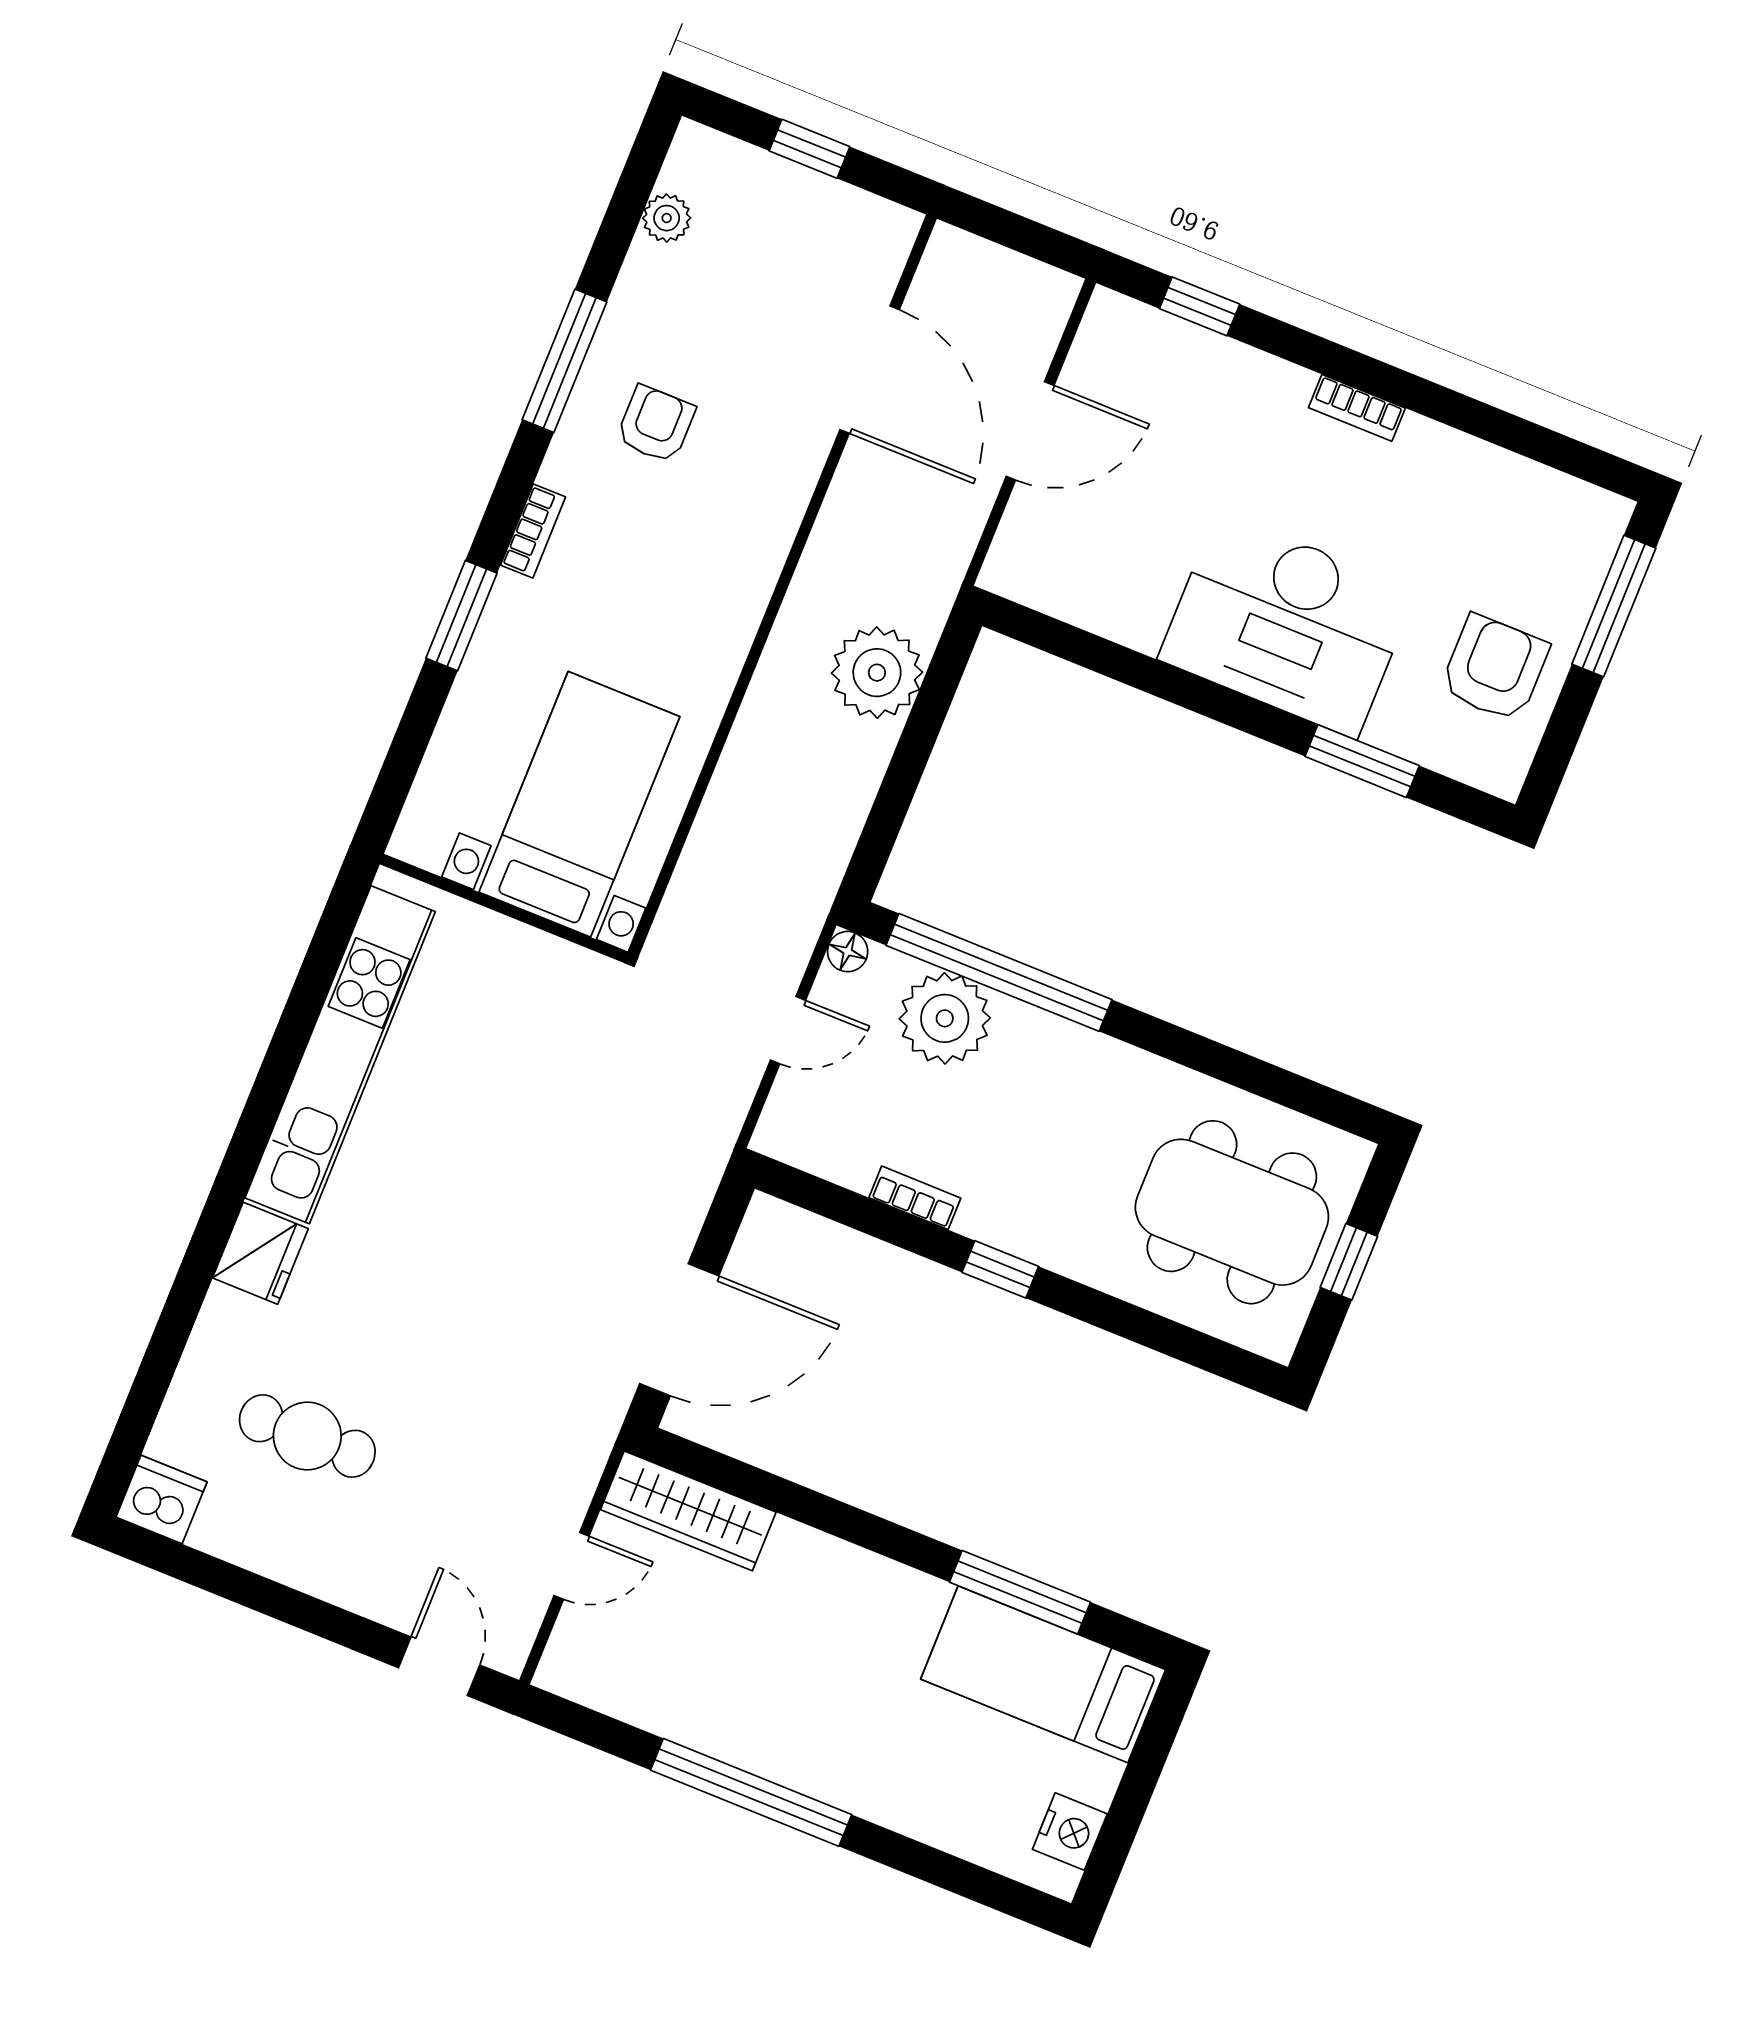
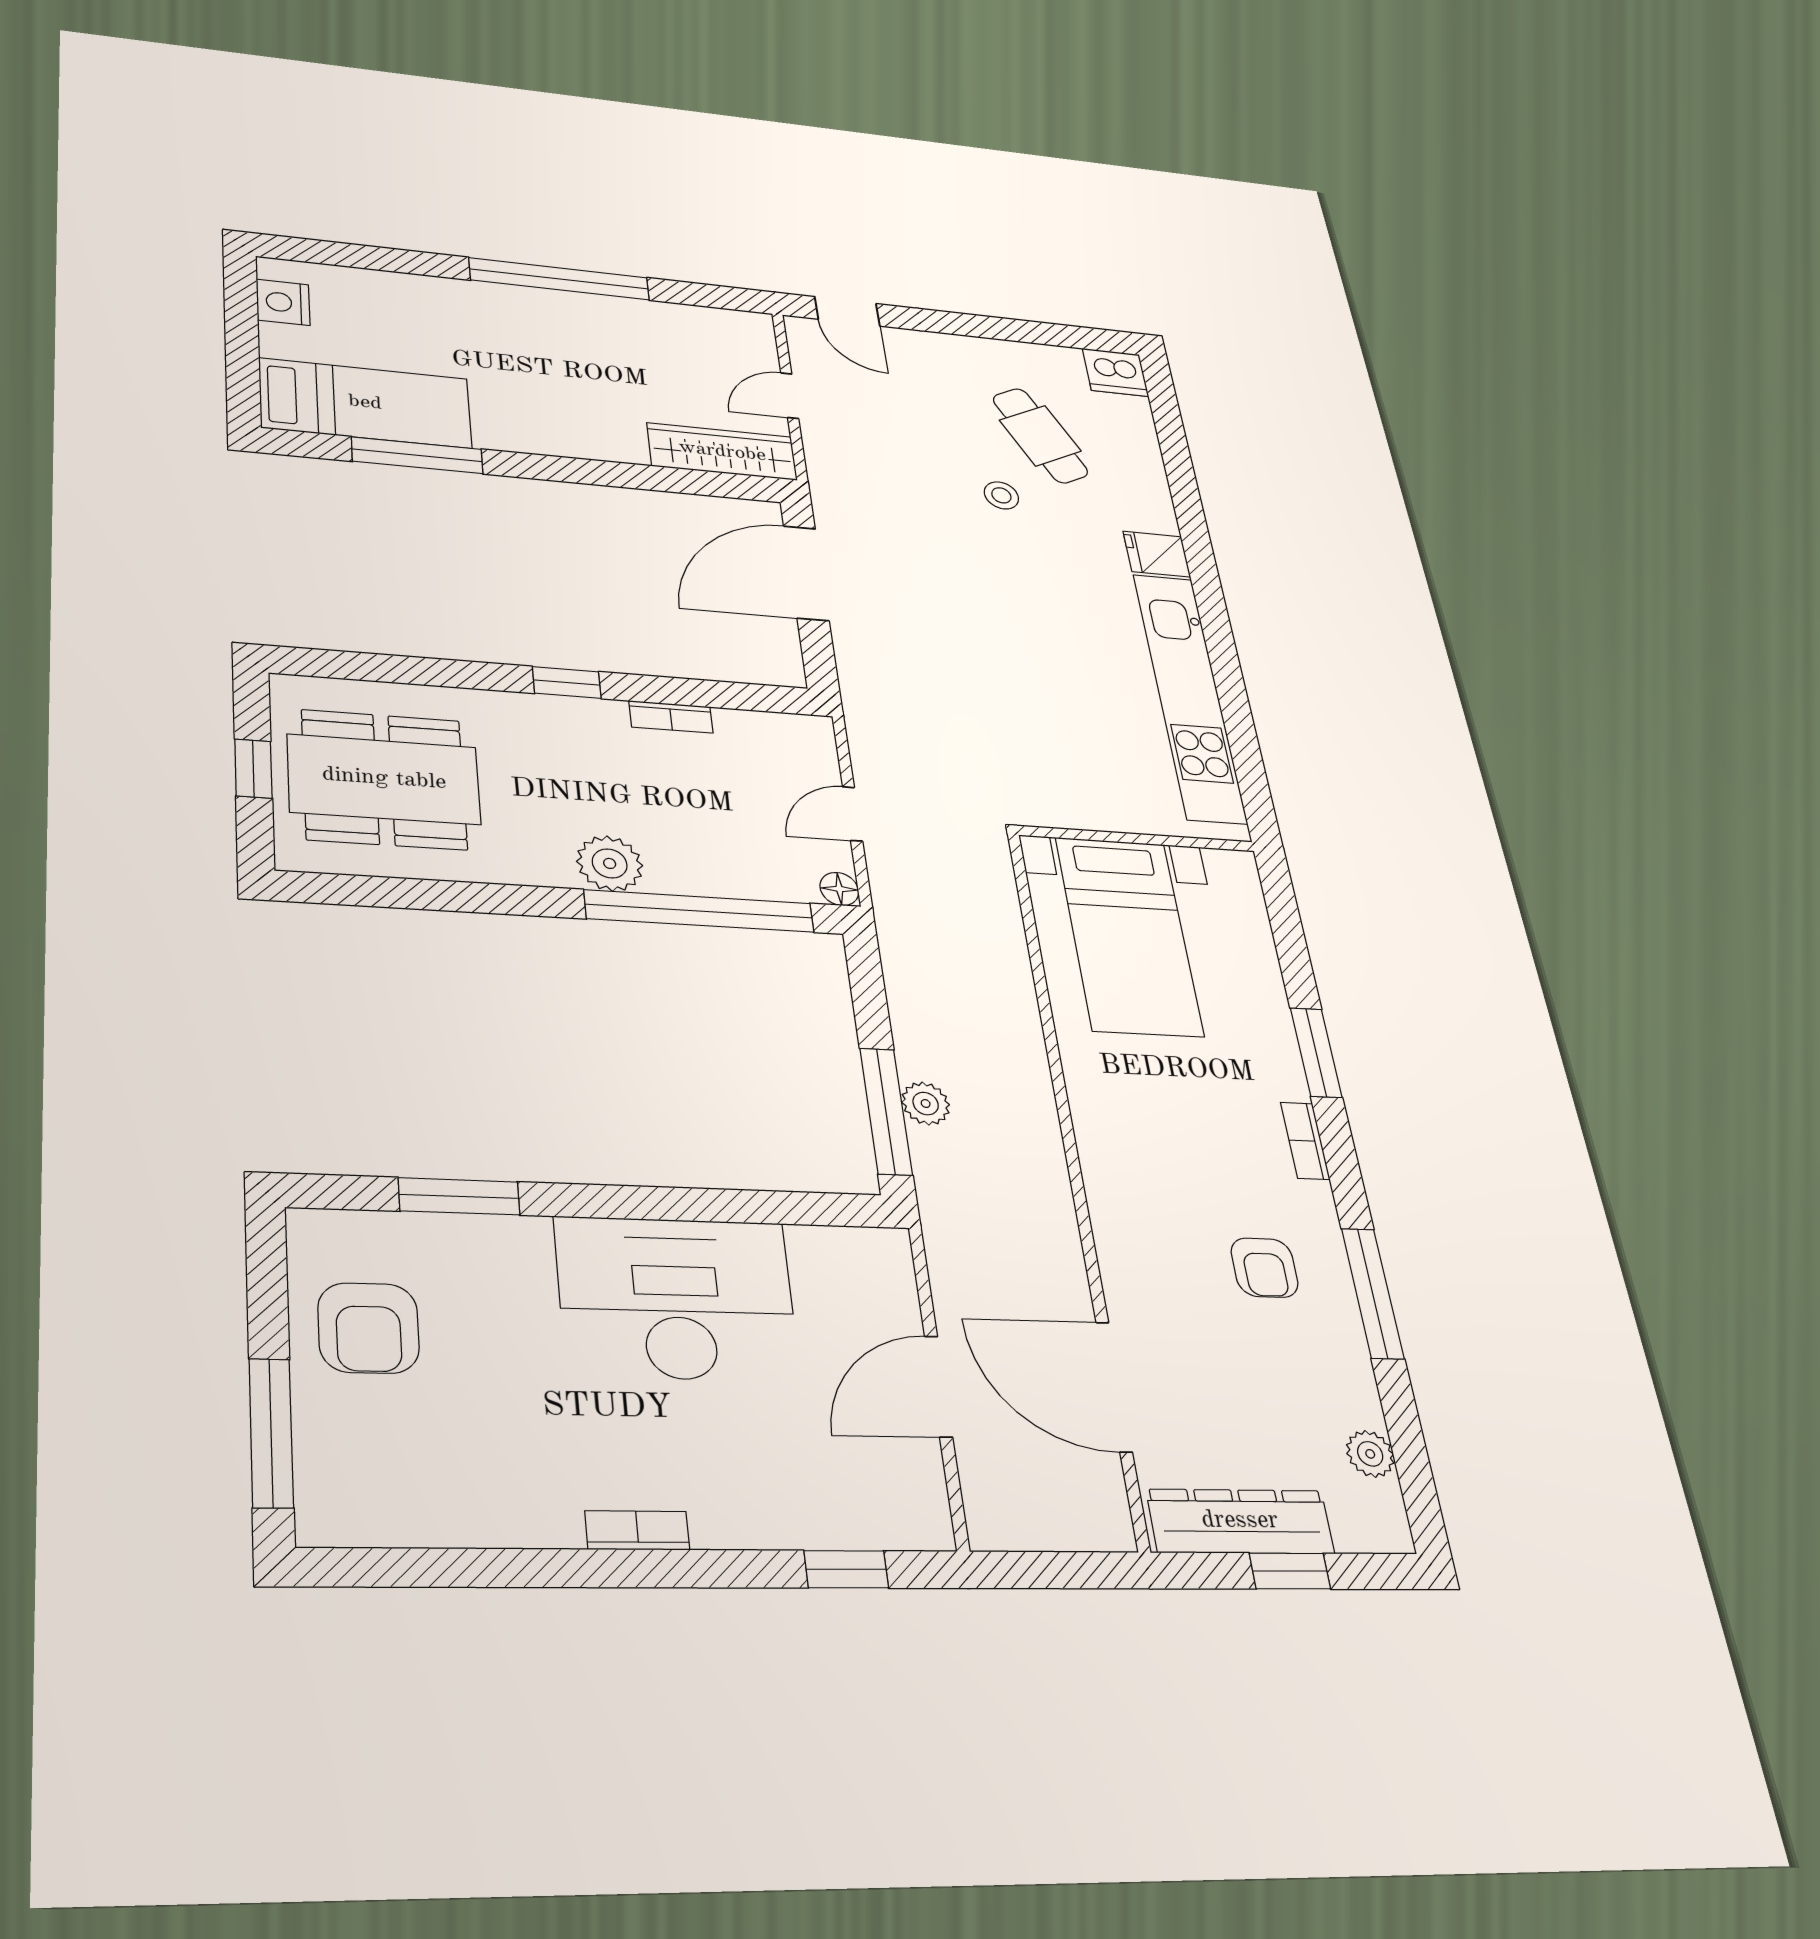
dresser: (827, 208) -> (1240, 1521), added
desk: (1287, 625) -> (677, 1298), moved
plant: (877, 673) -> (926, 1104), width x0.53, depth x0.53
window: (931, 706) -> (886, 1111), added
plant: (945, 1018) -> (610, 863), moved, width x0.73, depth x0.73
fridge: (260, 1253) -> (1157, 554), width x0.72
stool: (401, 1369) -> (1001, 495), added
cafe table: (307, 1436) -> (1040, 436), turned 64

